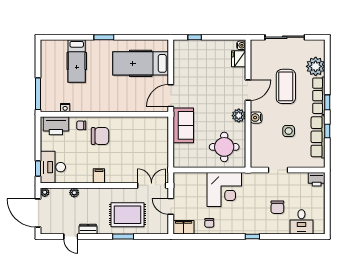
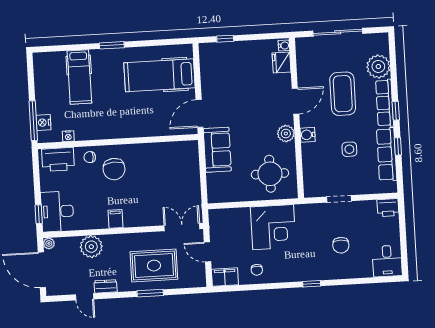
nightstand: (46, 96) -> (43, 123), added
chair: (100, 136) -> (114, 169), turned 86
plant: (74, 193) -> (91, 247), width x1.87, depth x1.87
desk: (301, 222) -> (387, 261), moved

